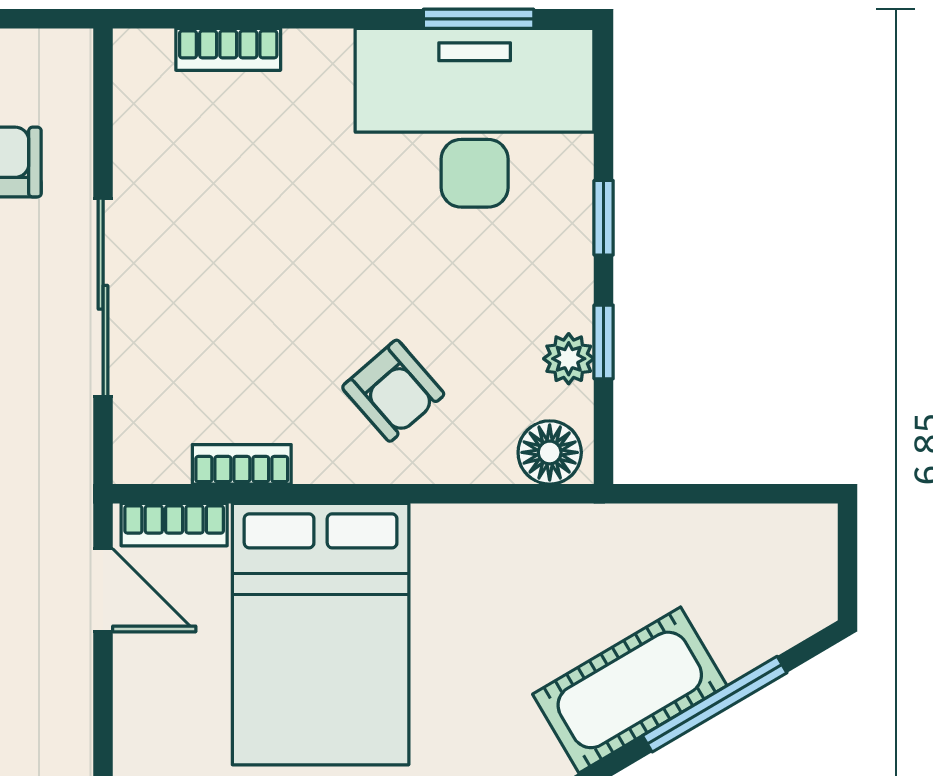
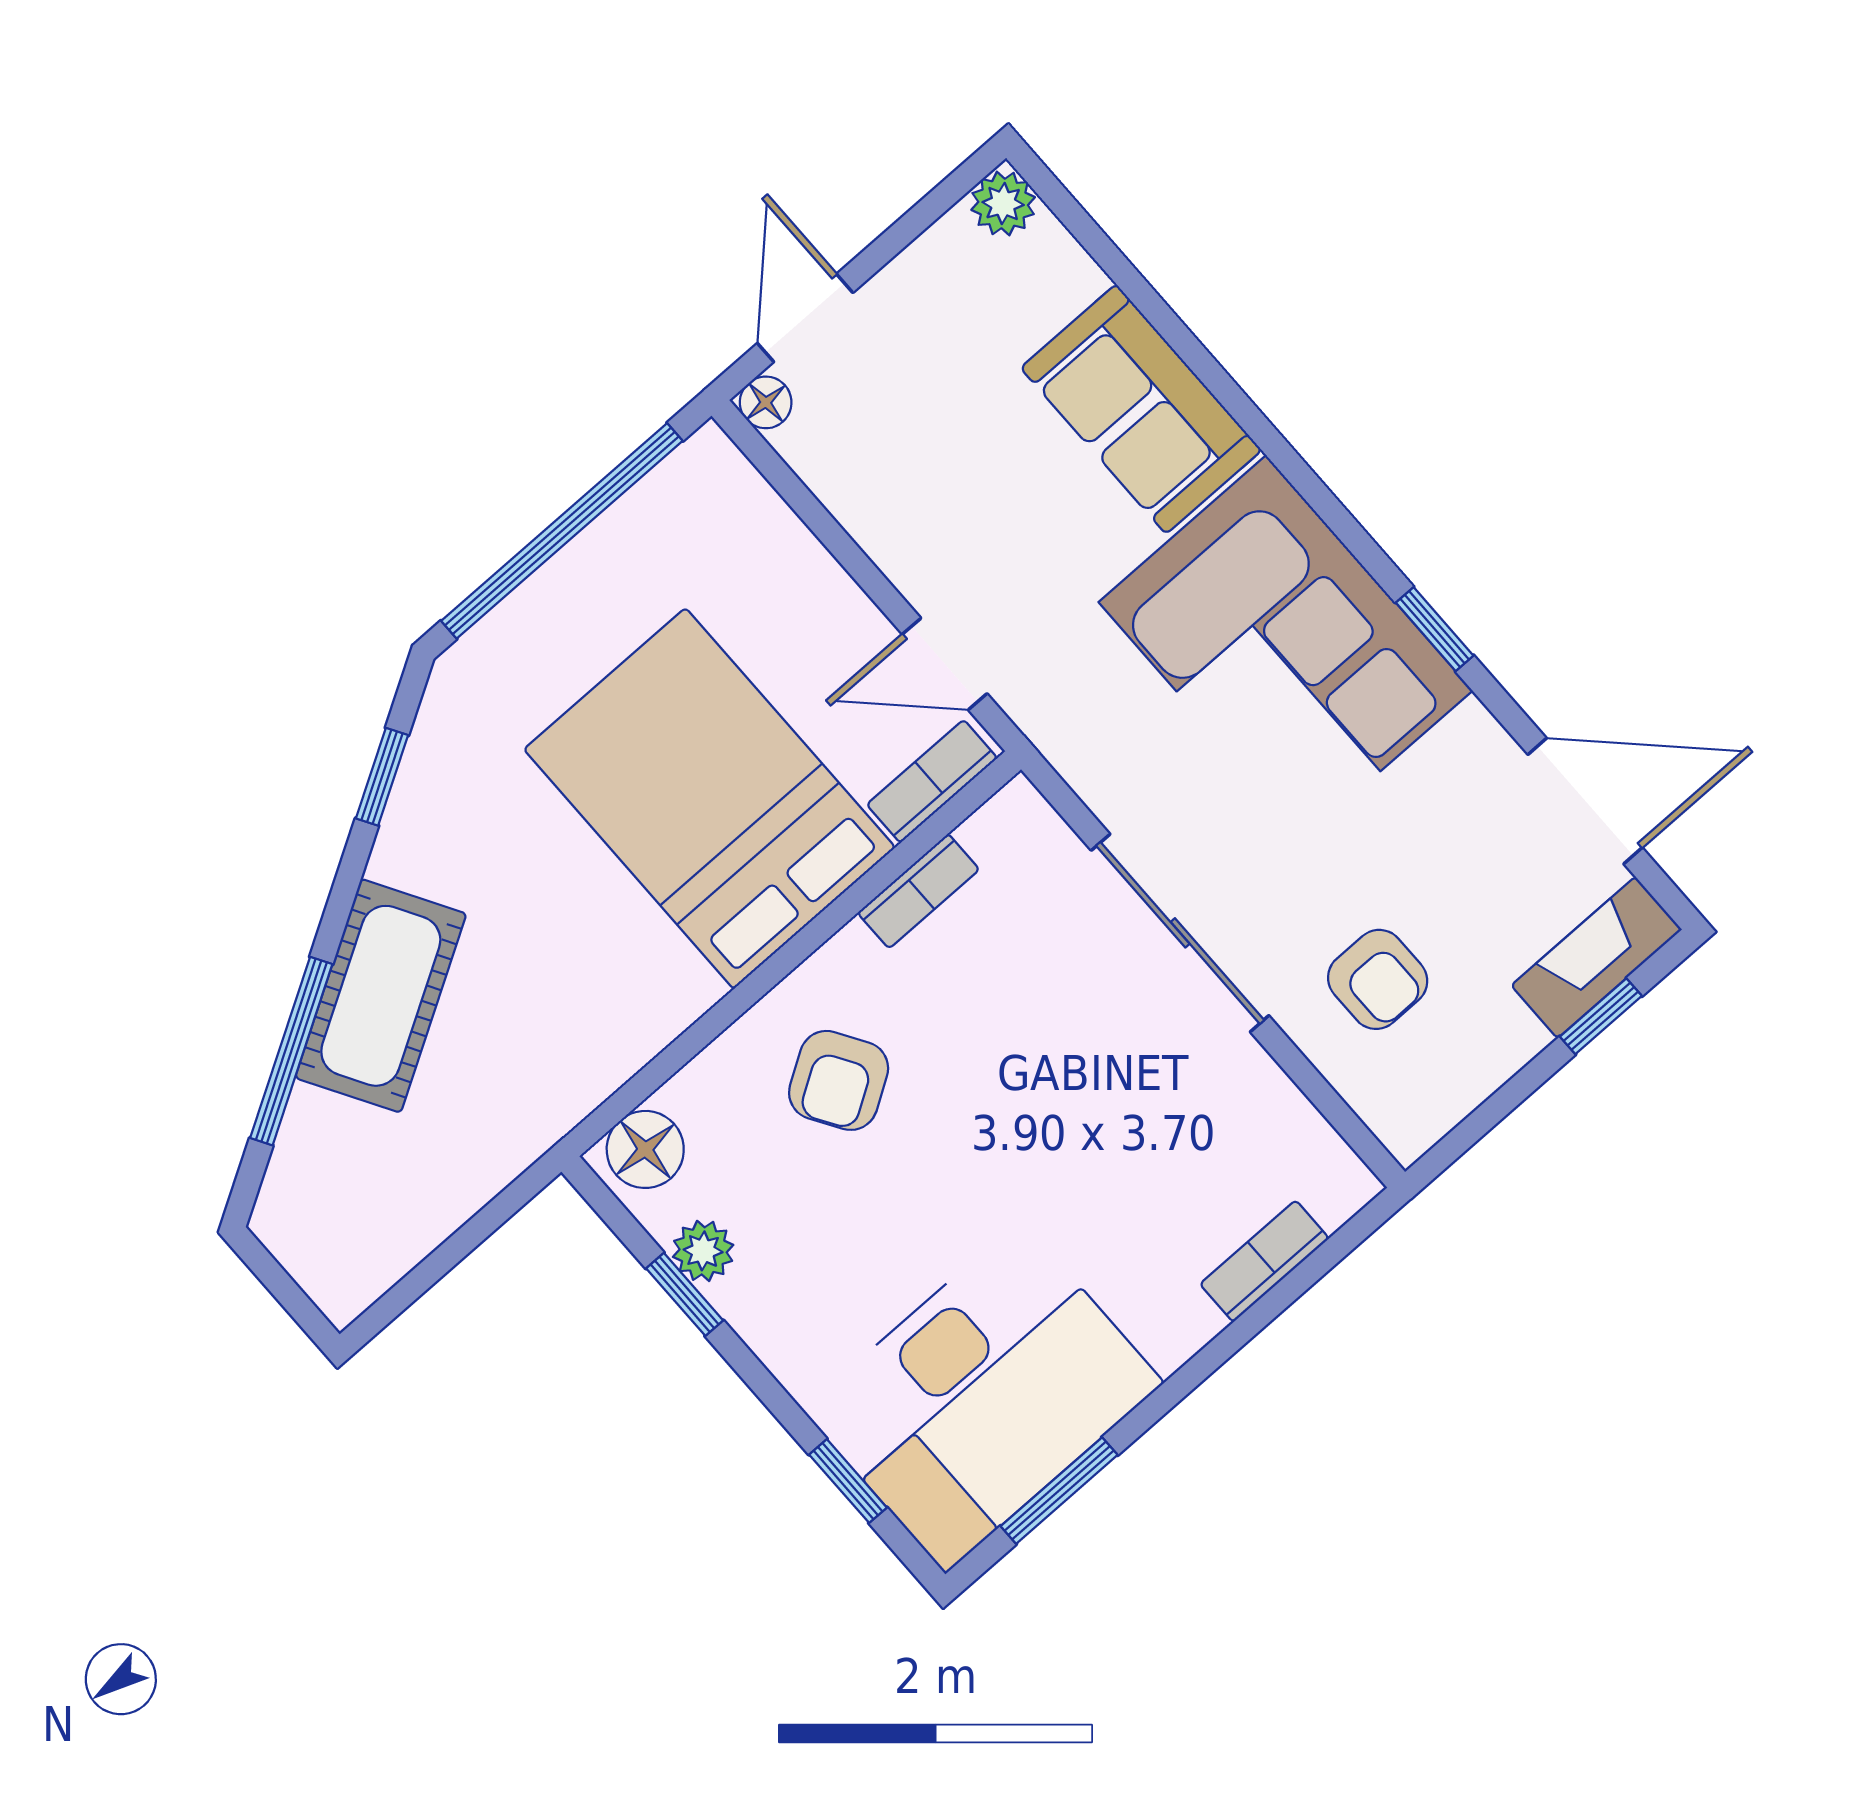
window: (604, 218) -> (848, 1481), moved
armchair: (393, 391) -> (839, 1080), turned -81

